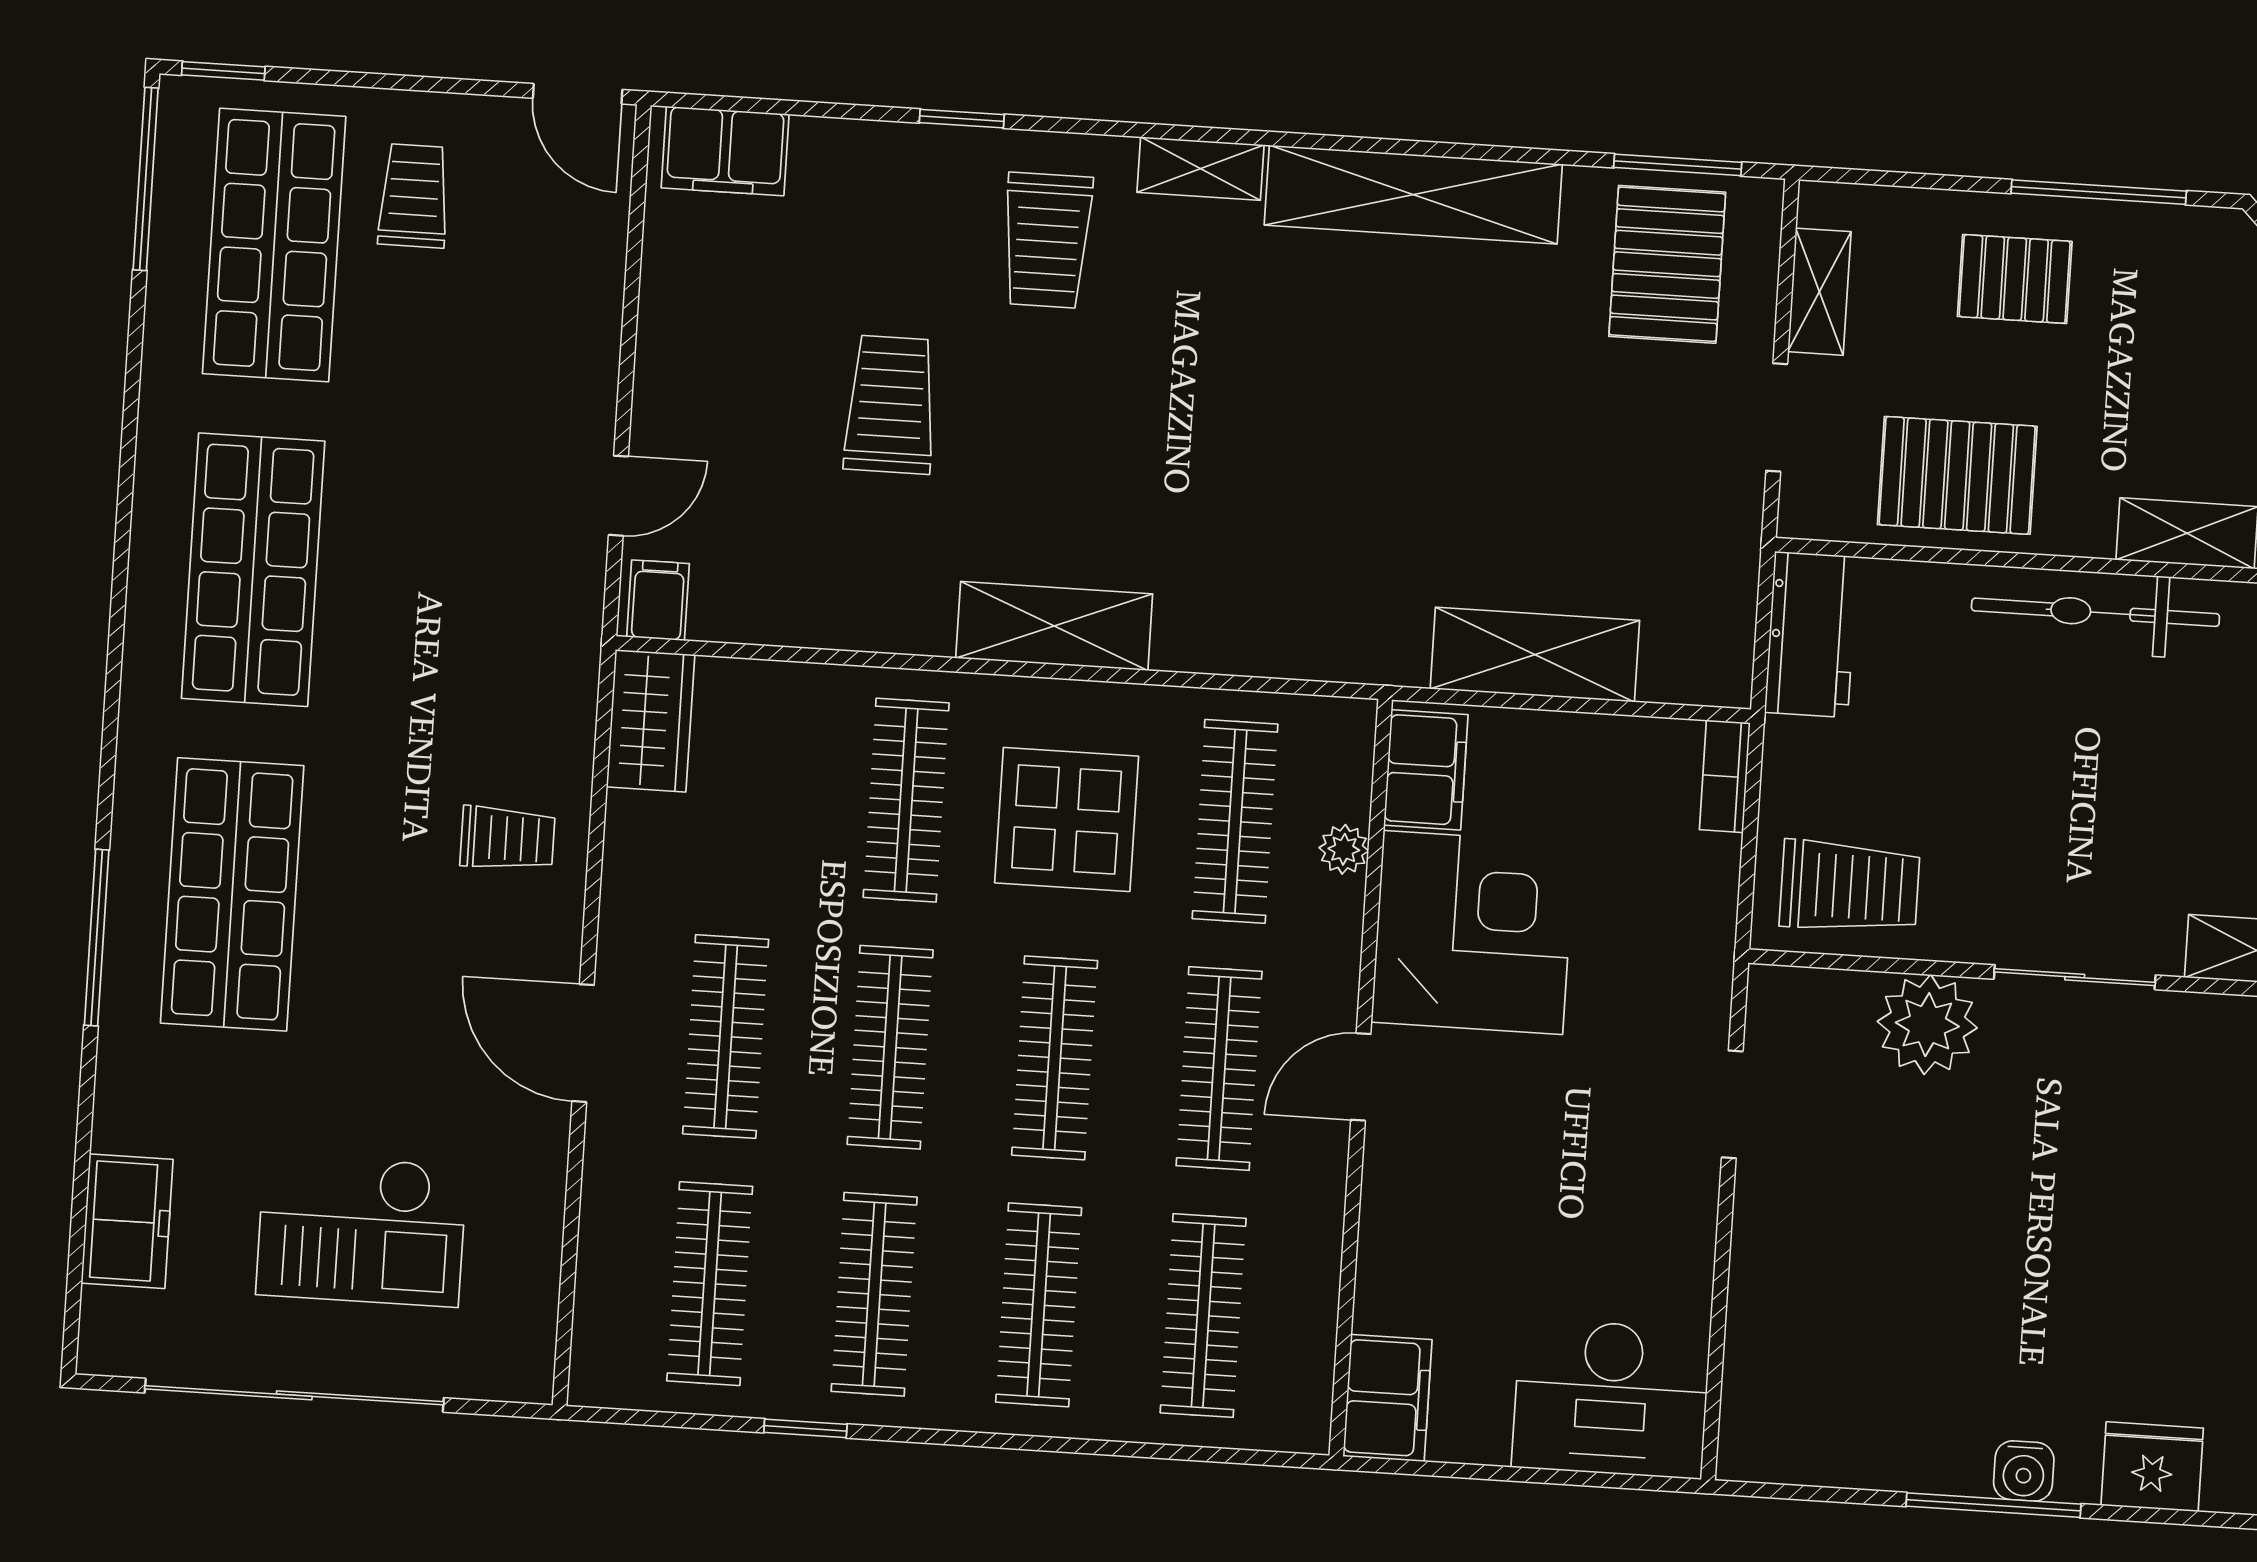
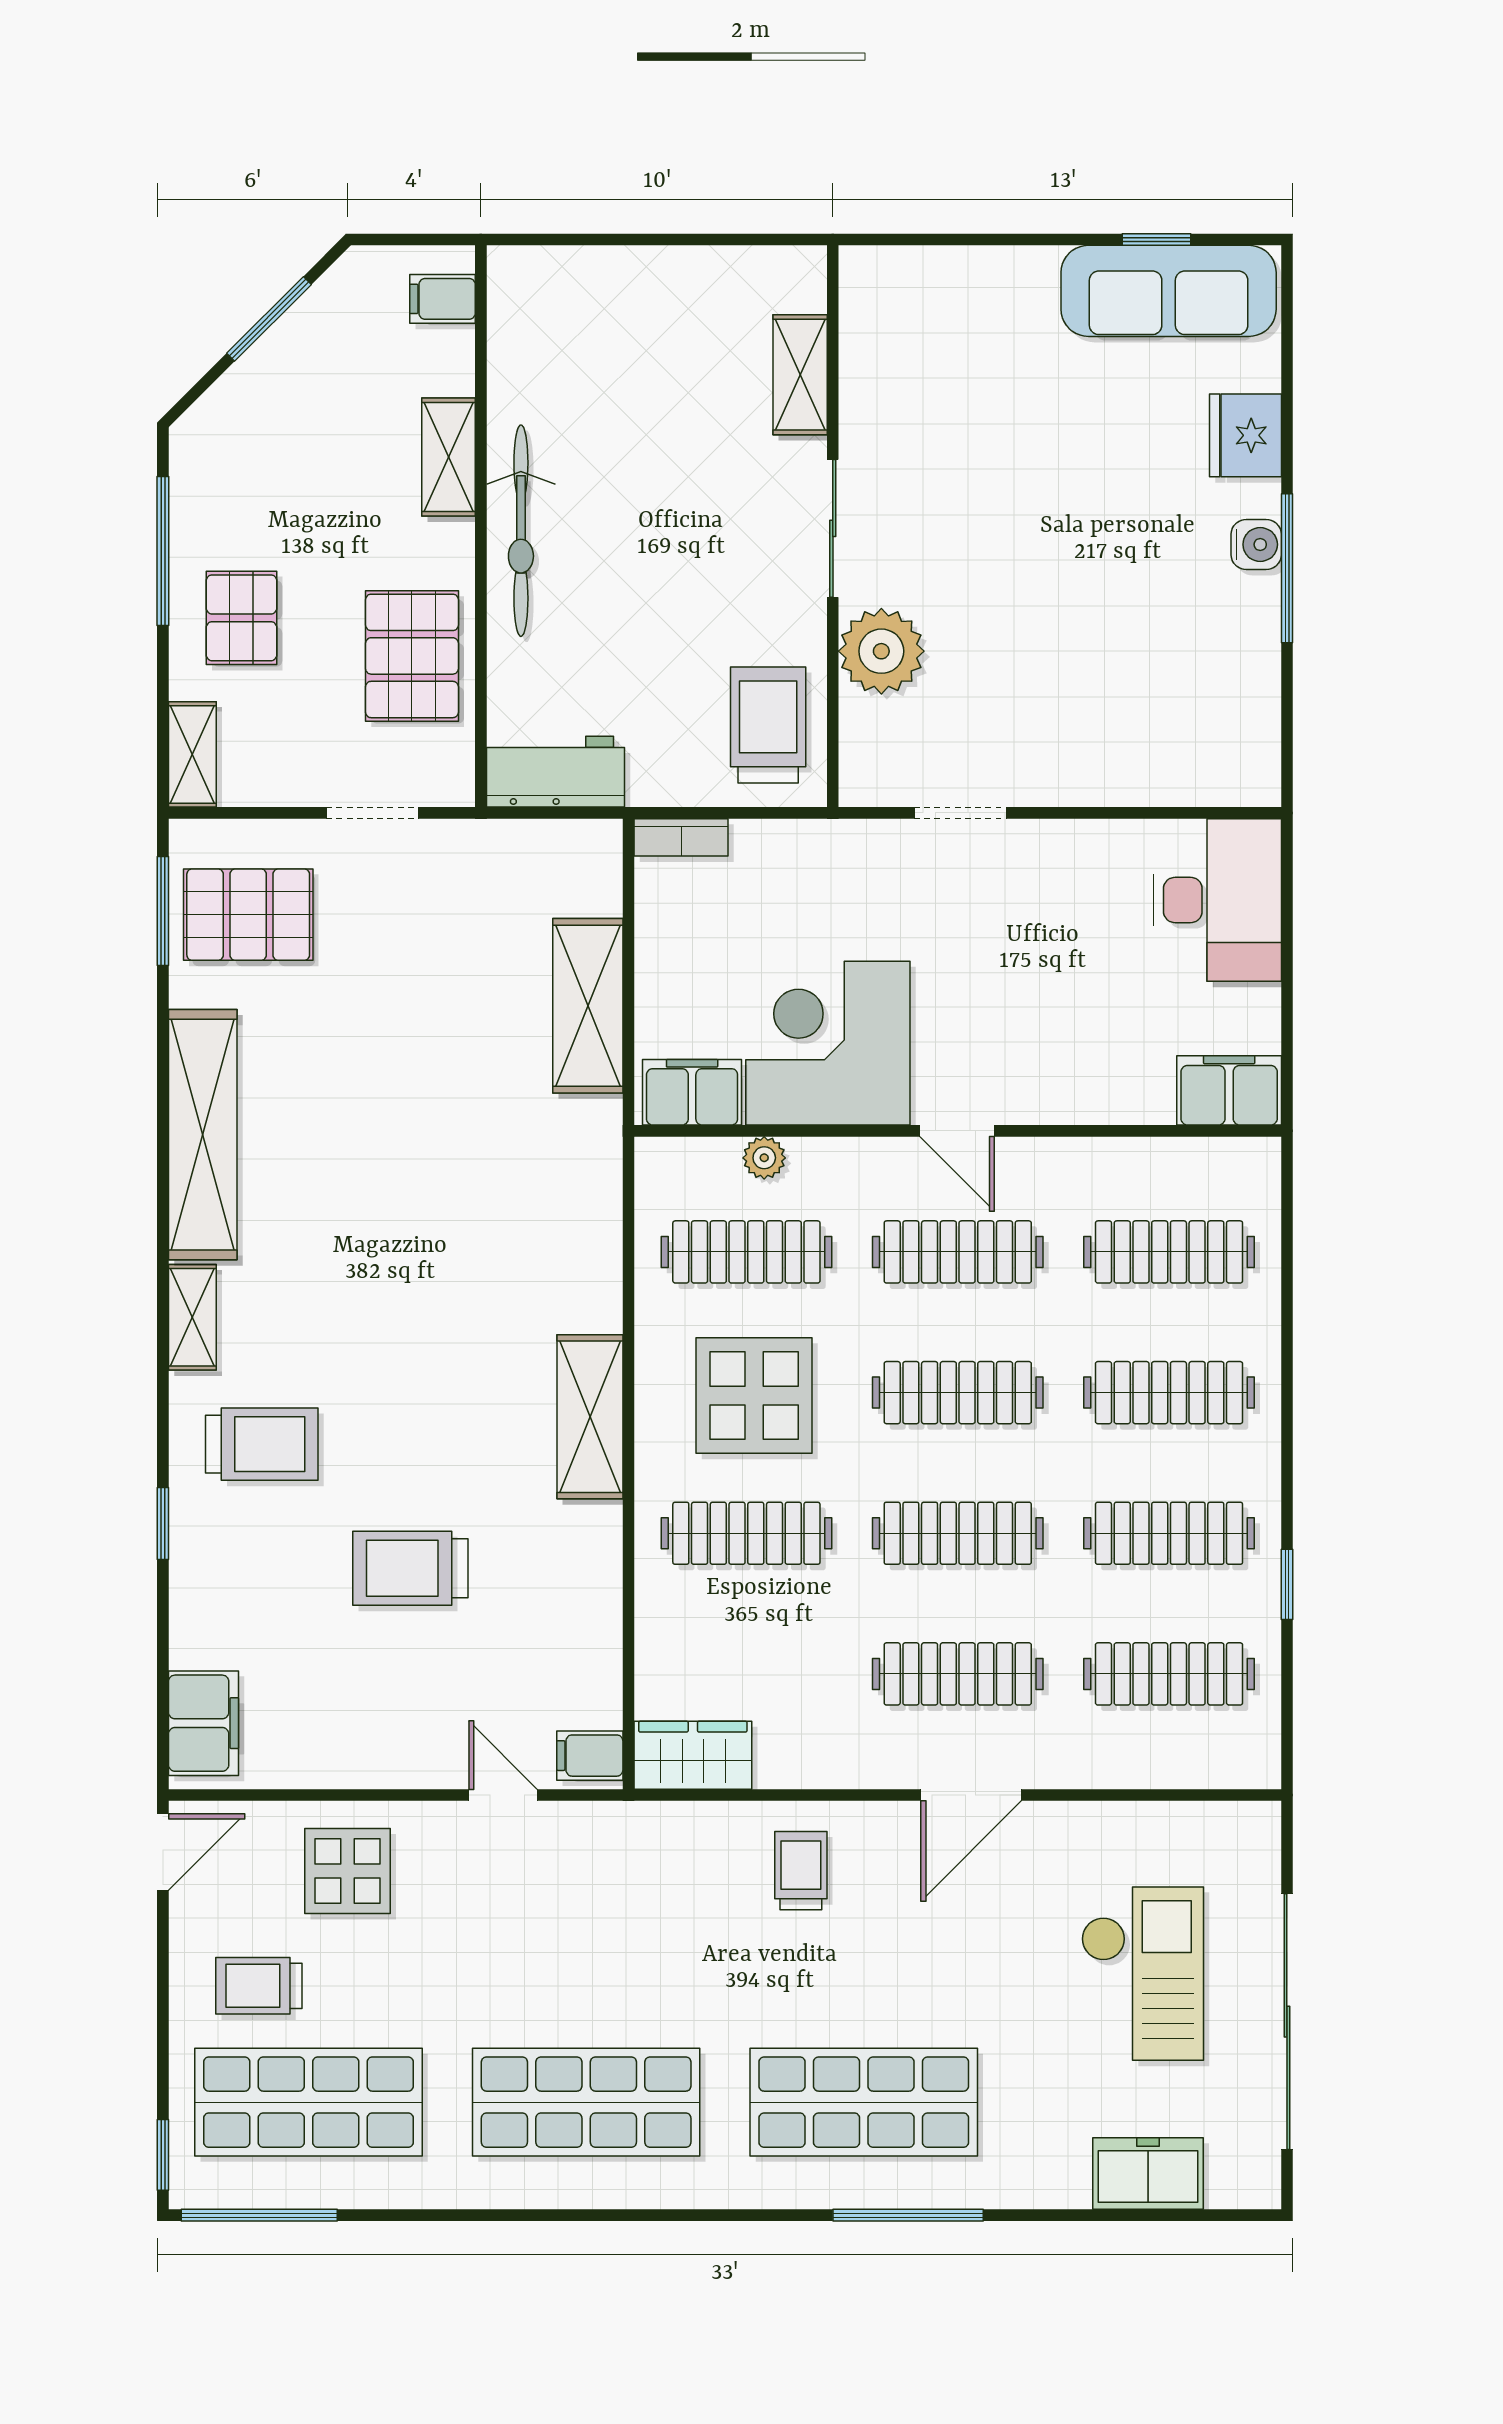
shelving: (1819, 292) -> (192, 754), moved, turned 90
display table: (541, 308) -> (348, 1871), added

